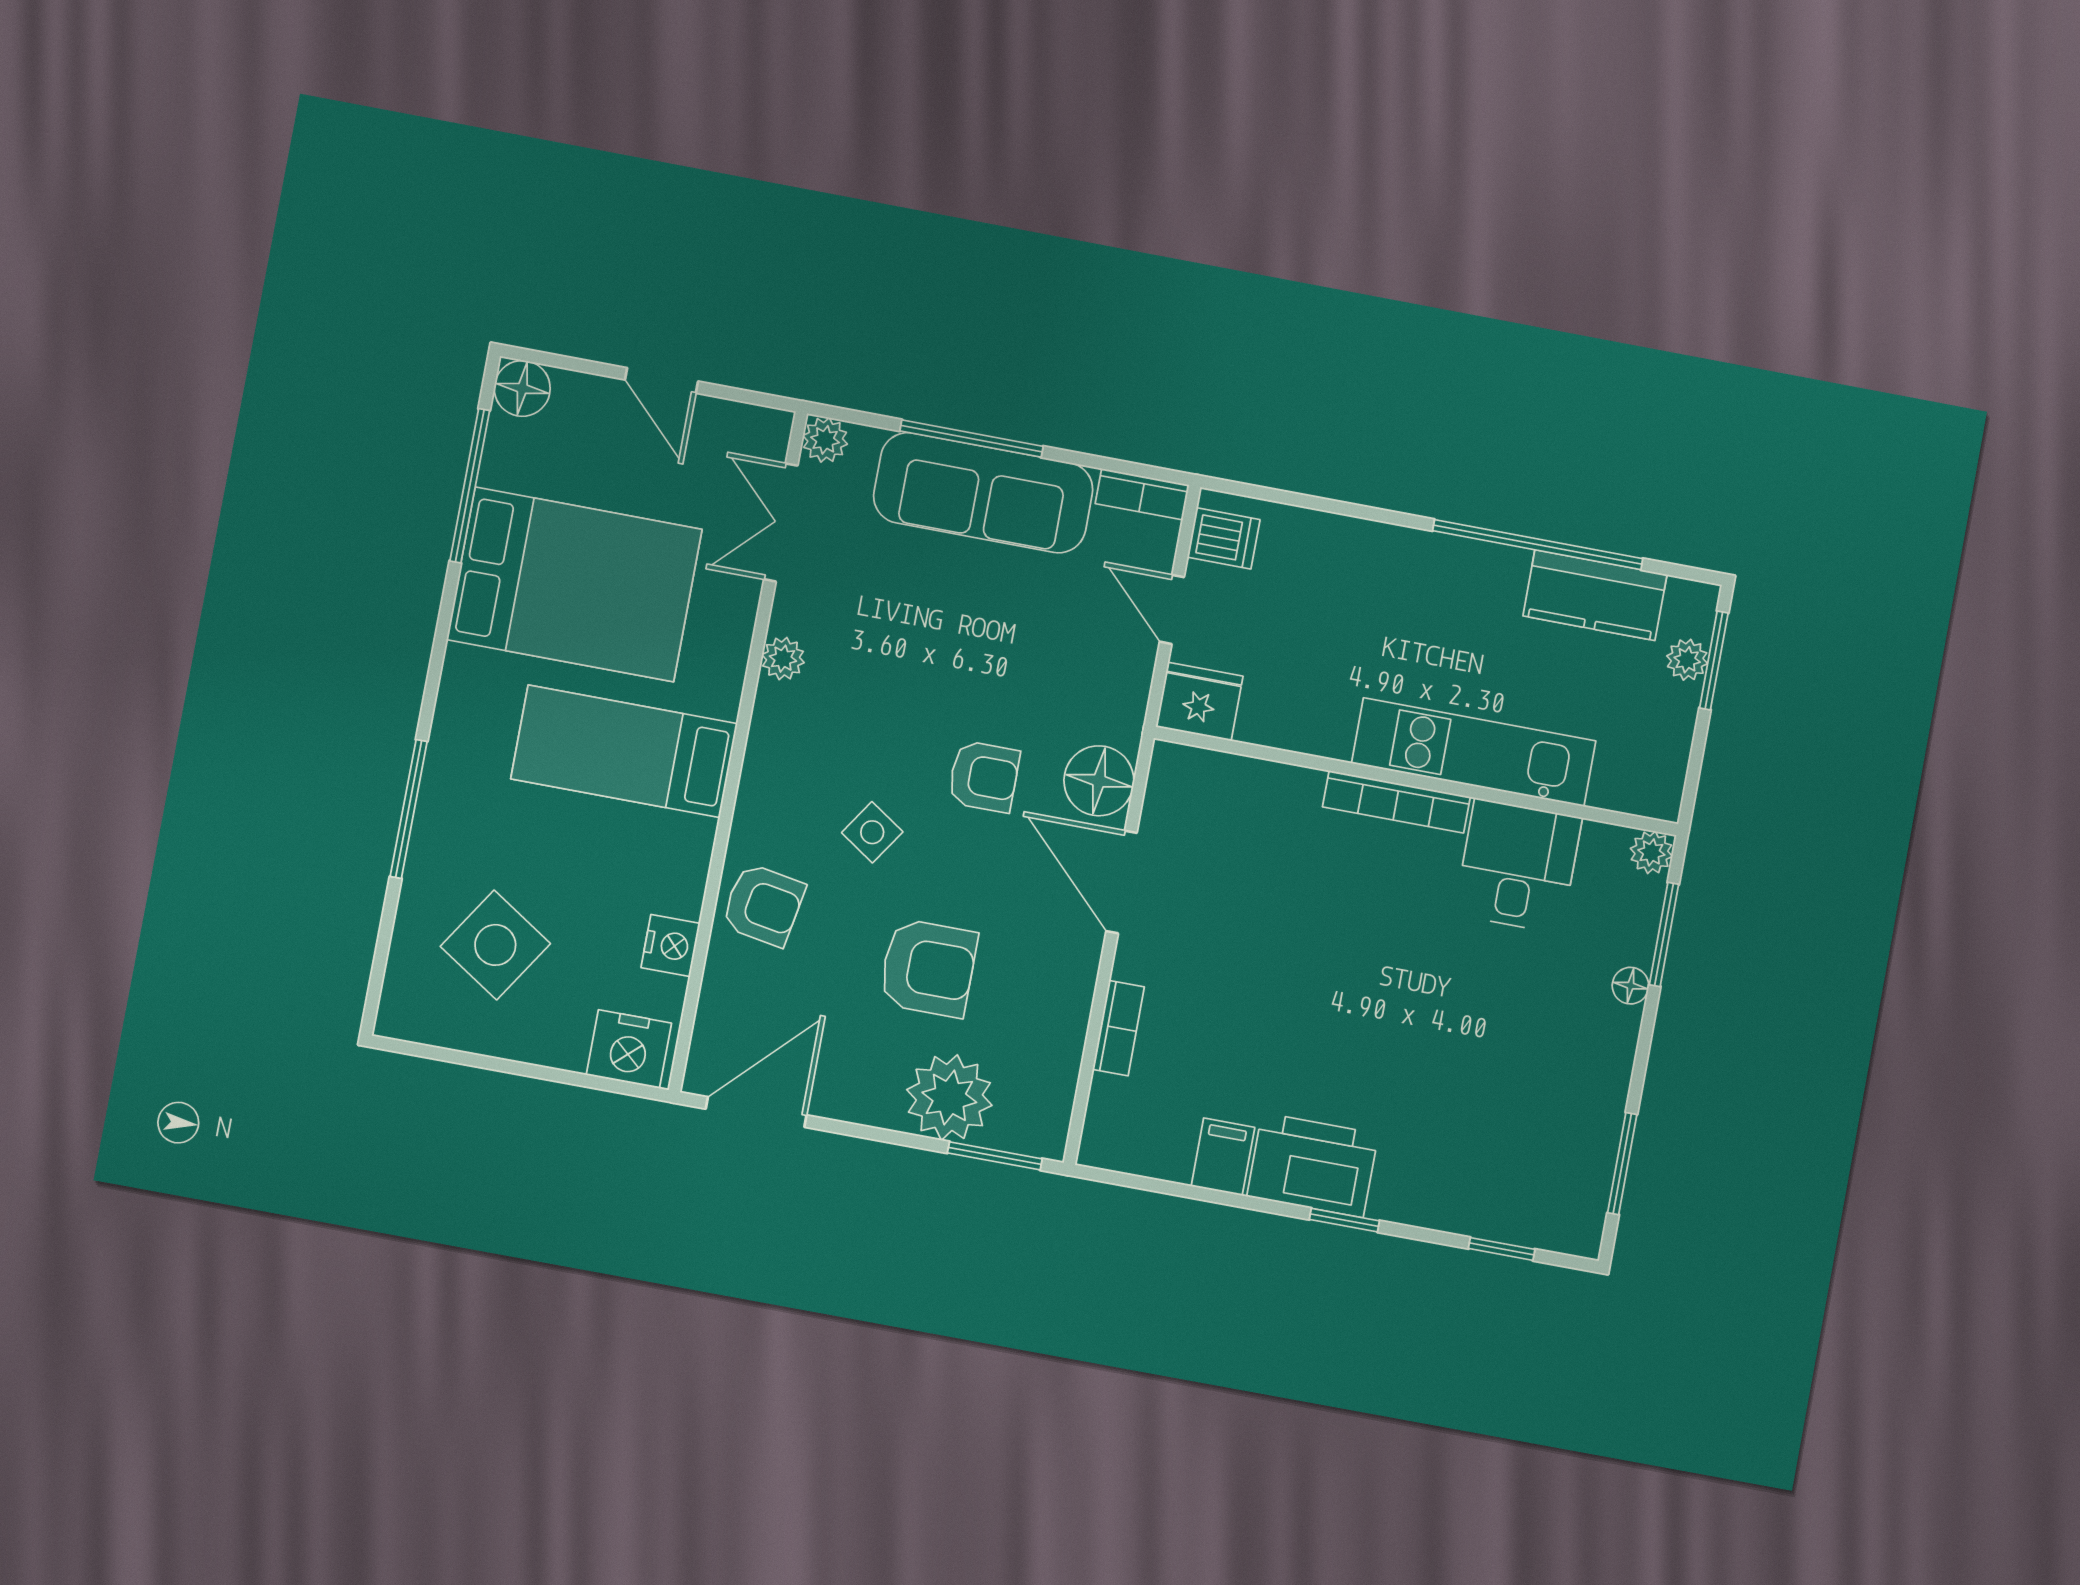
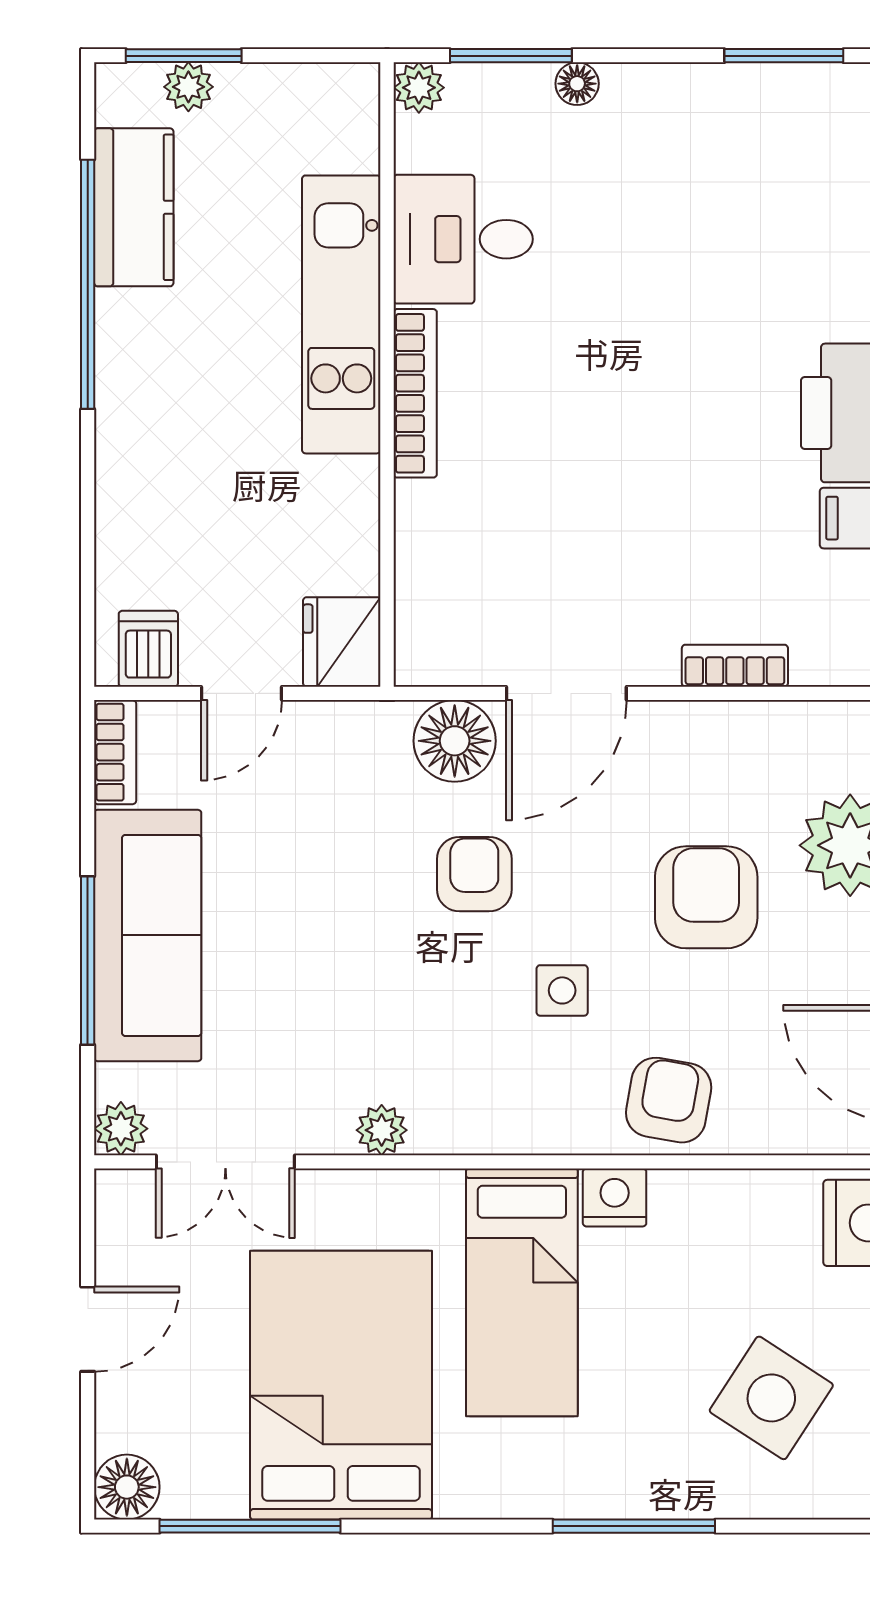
side table: (872, 832) -> (562, 990), turned -34
nightstand: (671, 945) -> (615, 1197), moved

